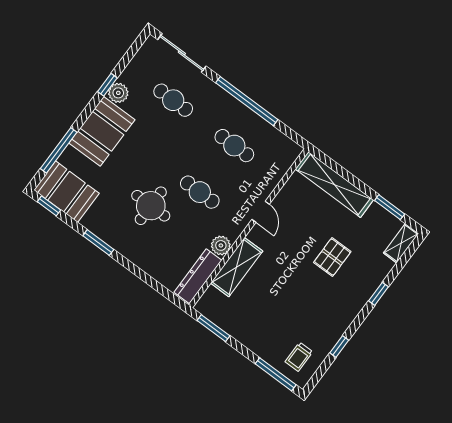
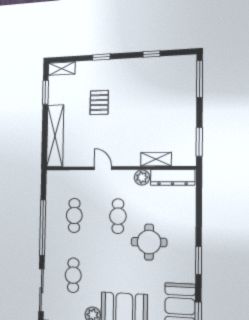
door: (261, 212) -> (103, 168), hinge flipped
pallet: (332, 257) -> (99, 103), turned 90
shelving: (237, 267) -> (156, 159), width x0.67, depth x0.75
trolley: (299, 357) -> (177, 73), removed

